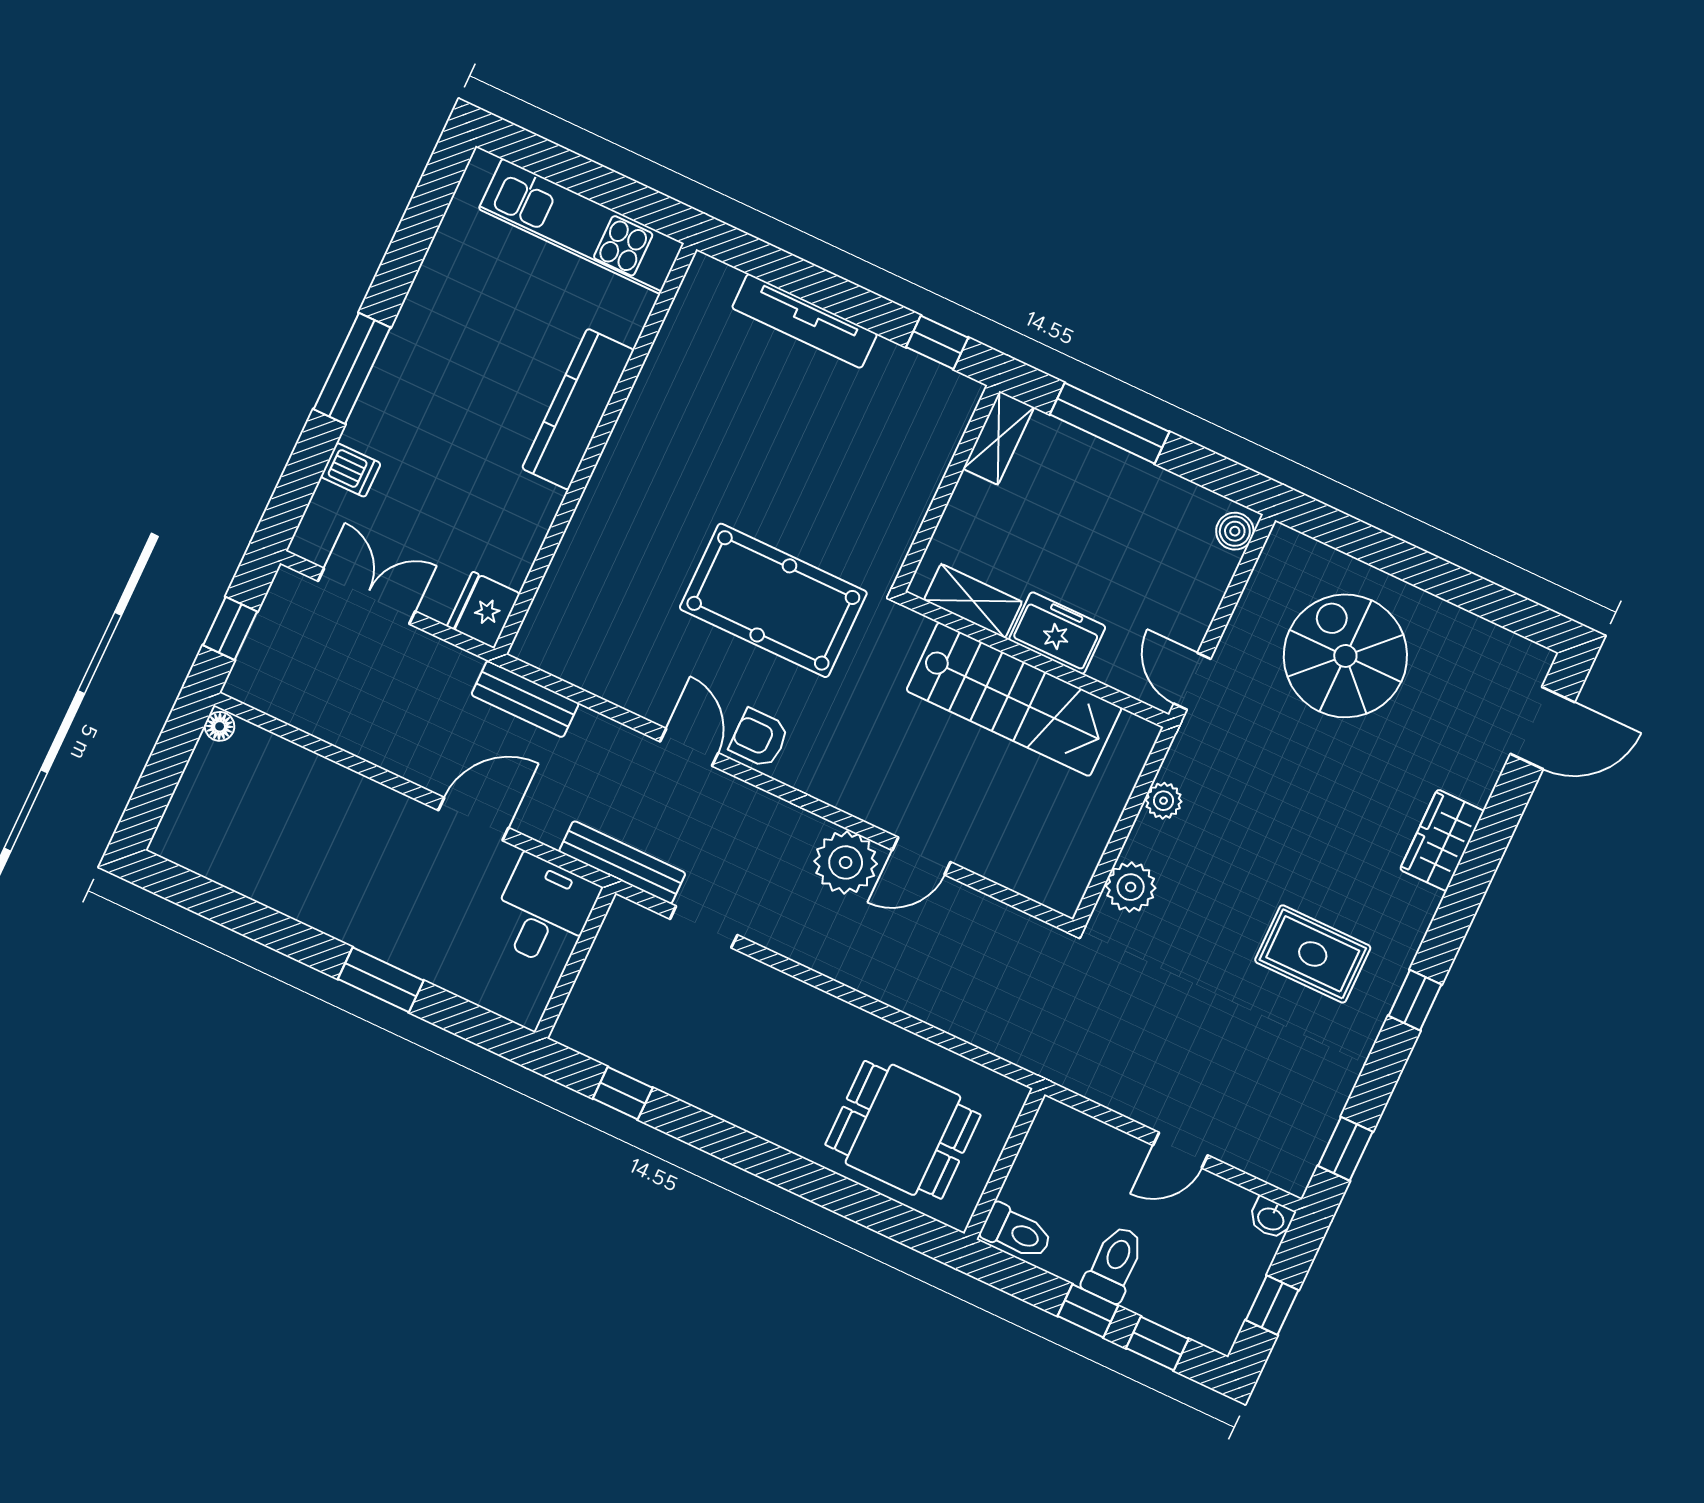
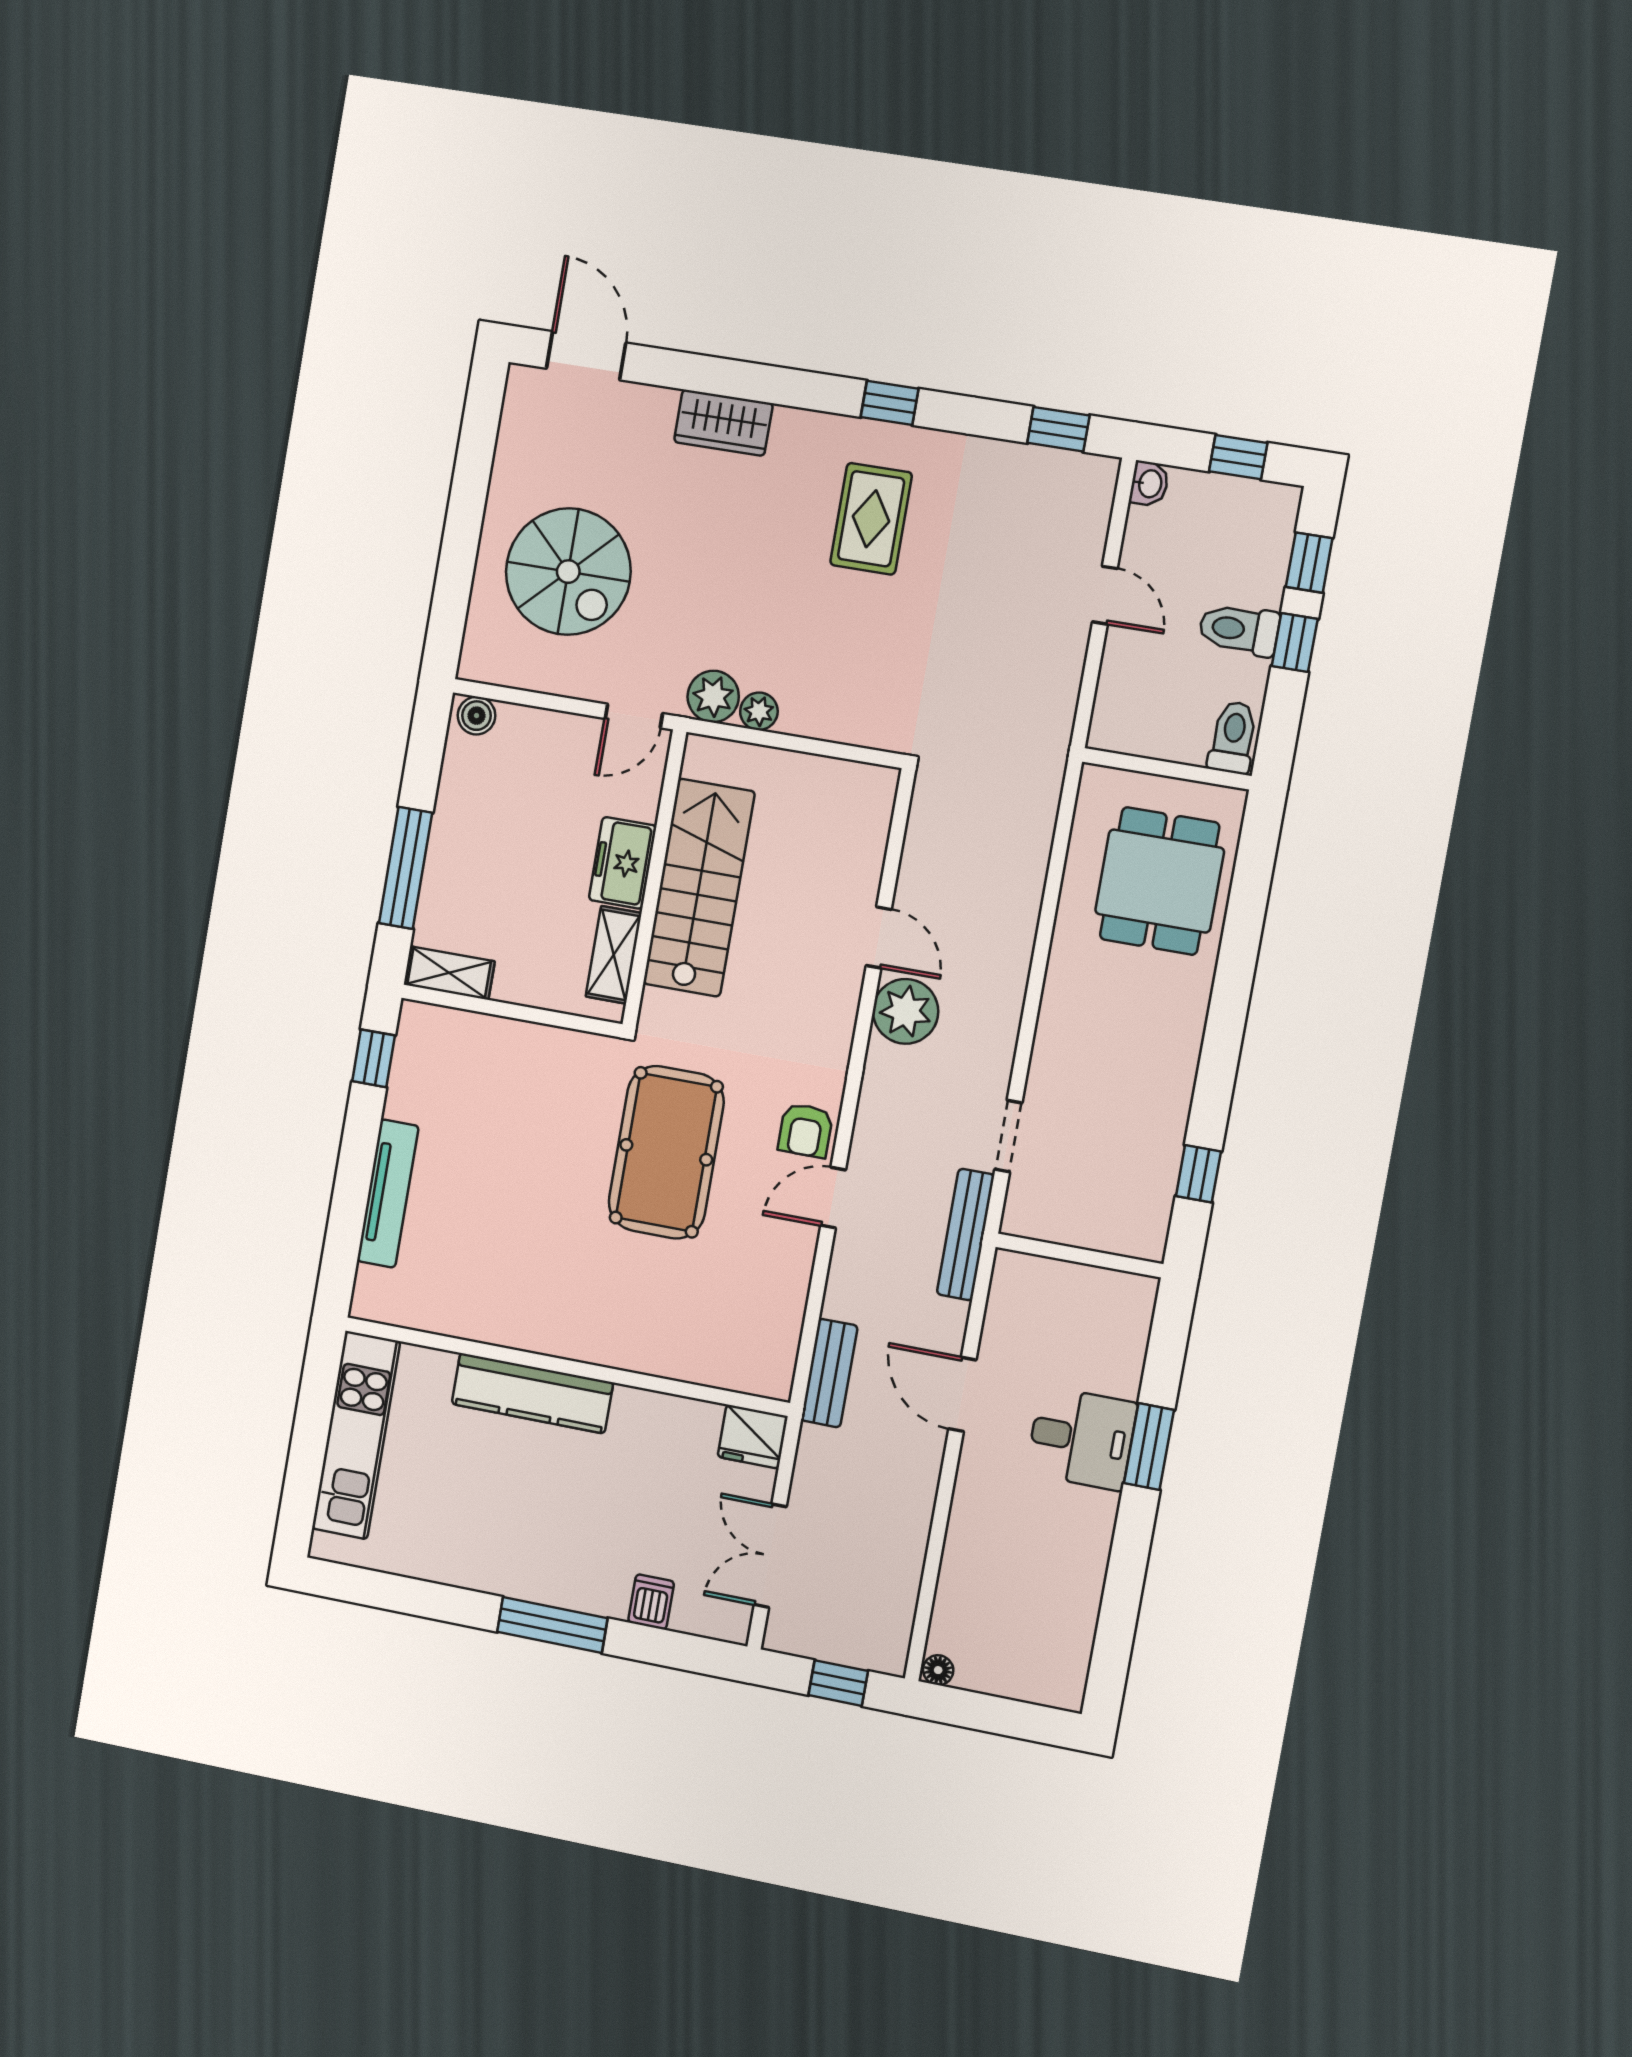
spiral stairs: (1345, 656) -> (568, 572), turned -90
plant: (1131, 887) -> (713, 696), moved
desk: (544, 911) -> (1082, 1438), moved, turned 180

